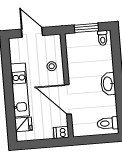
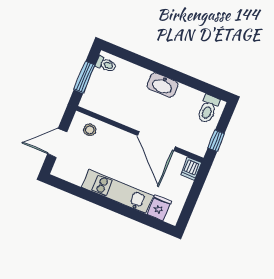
stool: (52, 66) -> (90, 130), moved
door: (68, 99) -> (156, 141), hinge flipped
window: (89, 140) -> (216, 141), added

